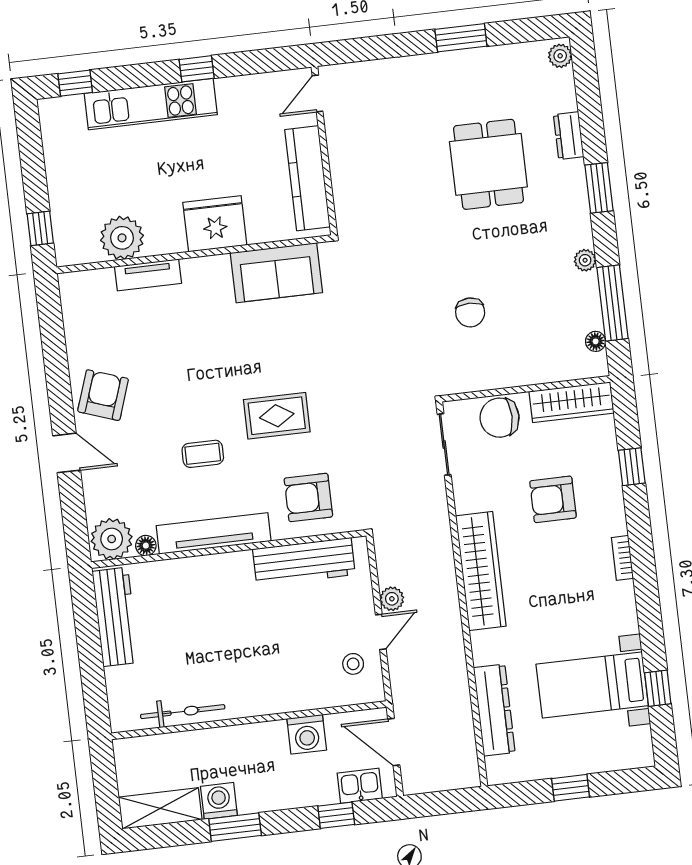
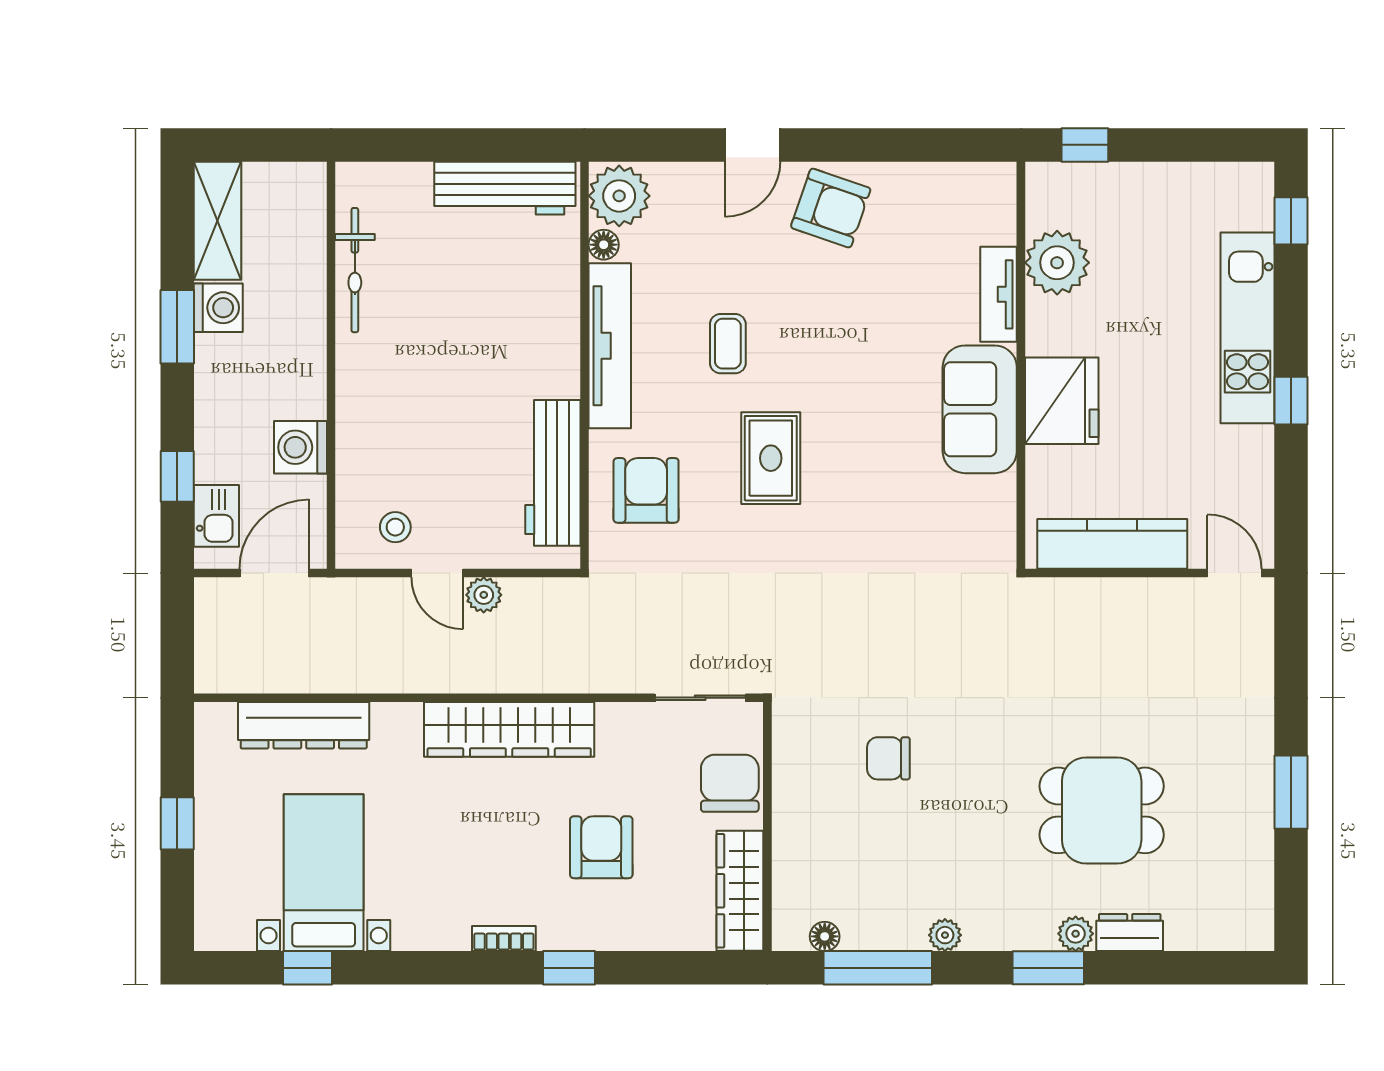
plant: (560, 56) -> (1076, 934), moved
sofa: (276, 273) -> (980, 409), moved
window: (632, 467) -> (569, 968), moved

